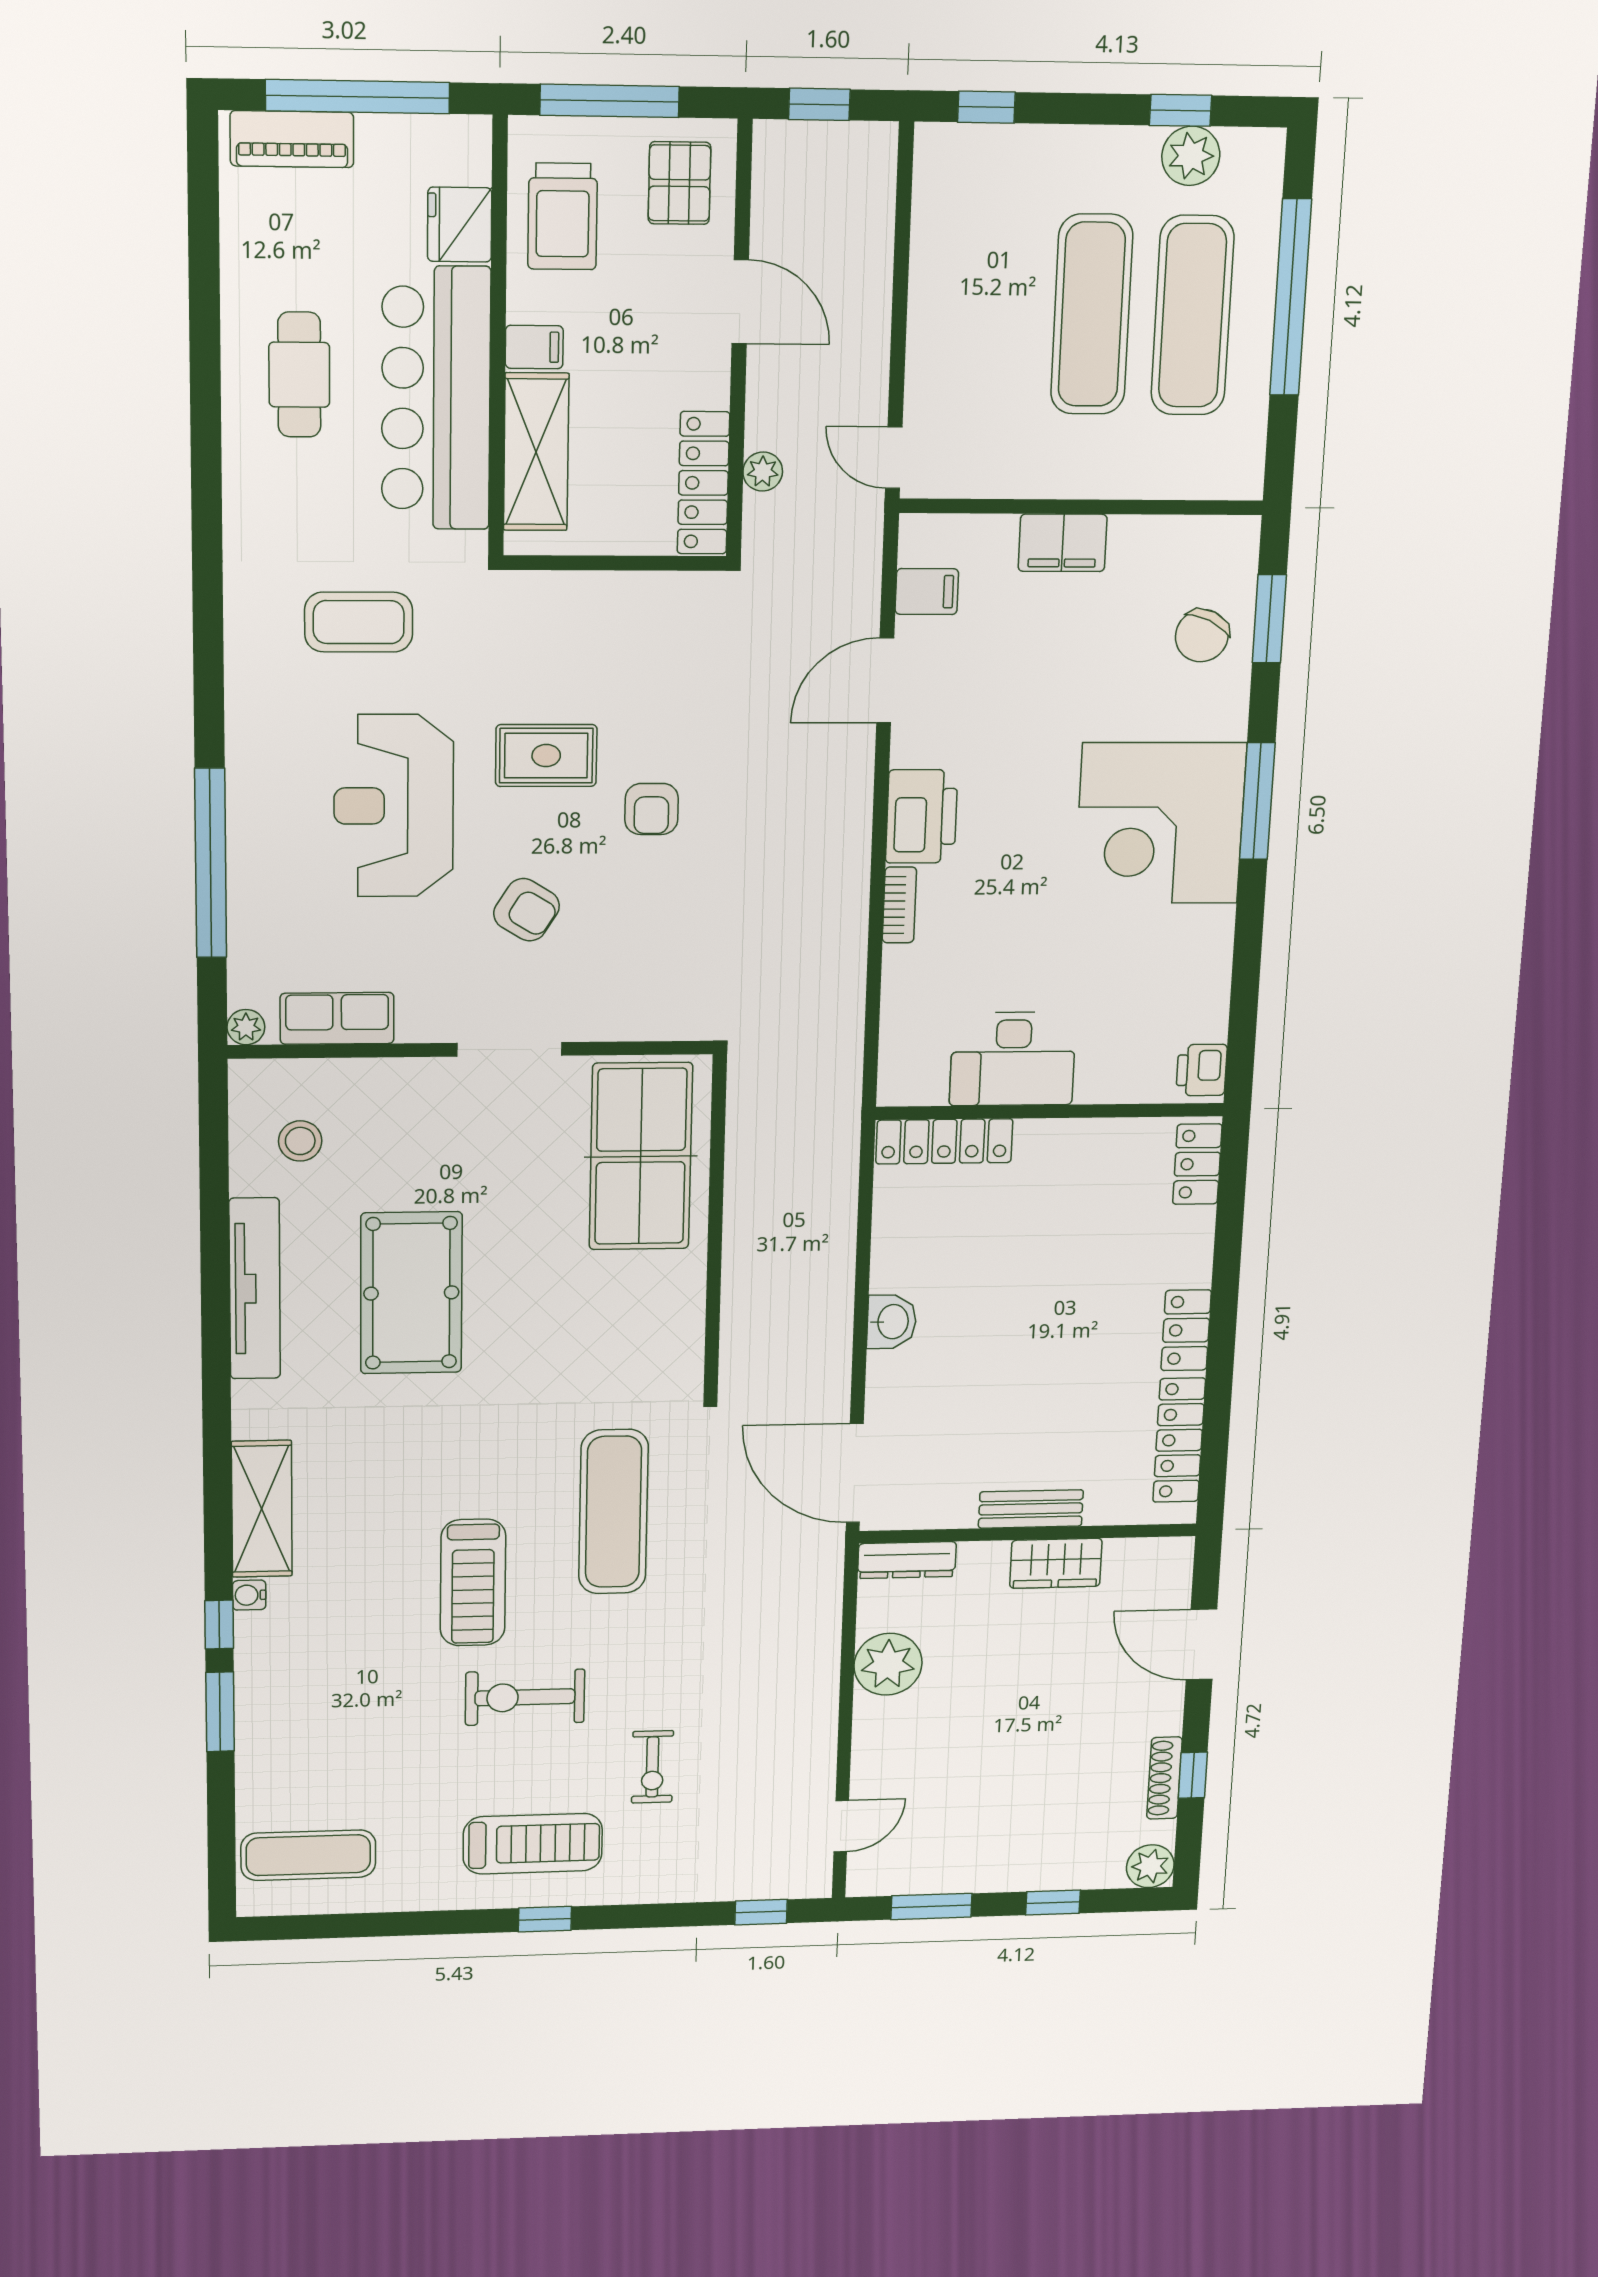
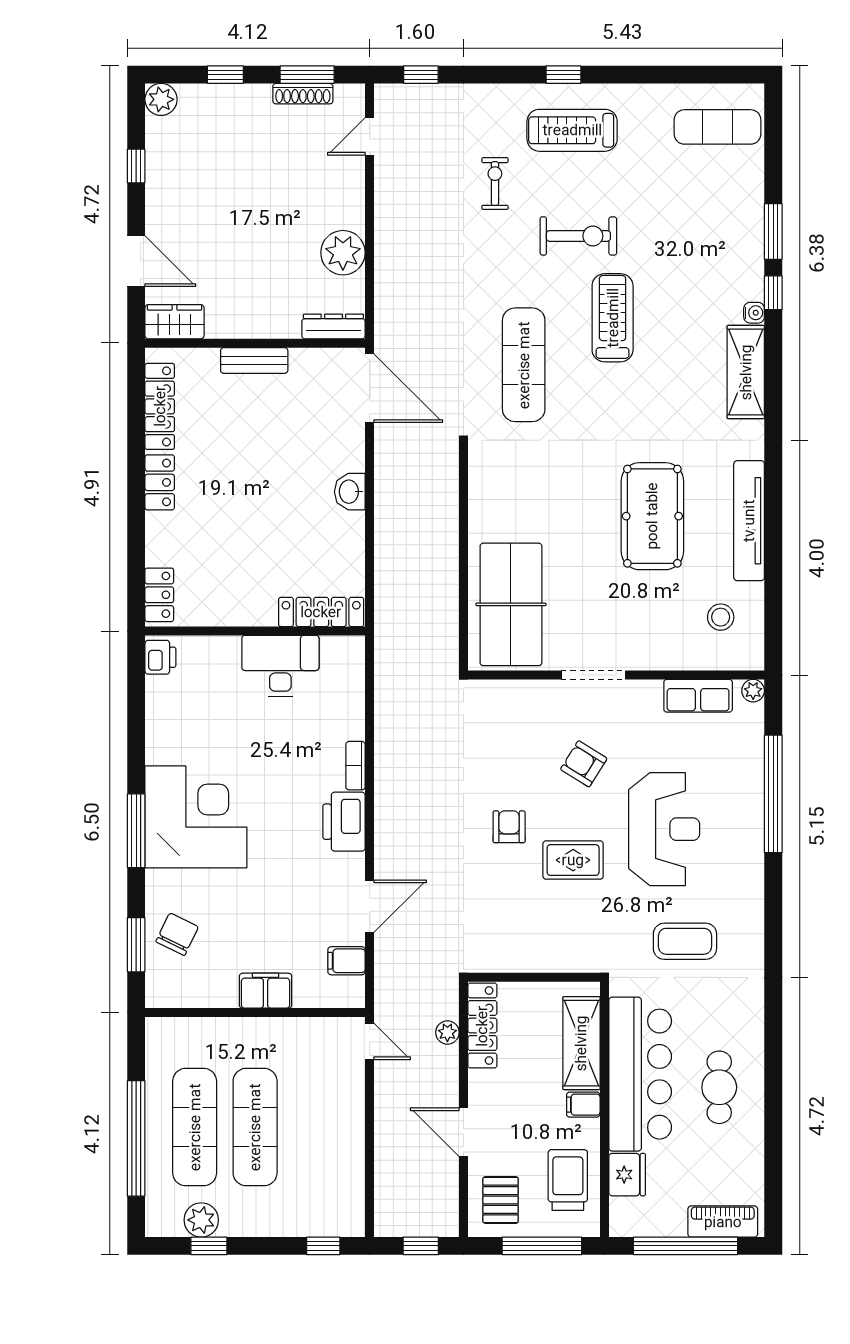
wardrobe: (1056, 1563) -> (174, 322), moved
shoe rack: (1164, 1778) -> (303, 94), moved, turned 90

